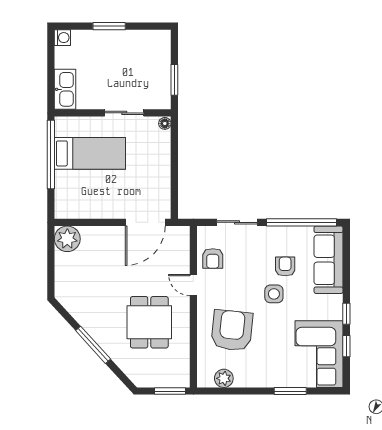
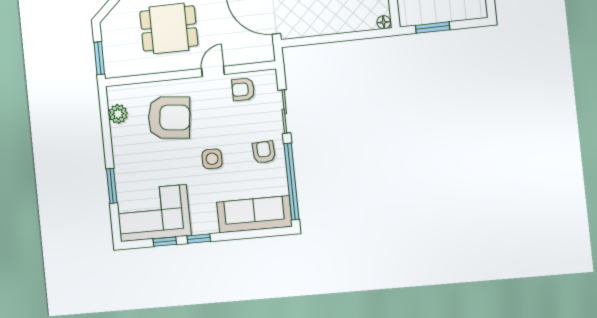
armchair: (285, 266) -> (264, 152), moved, turned -93

